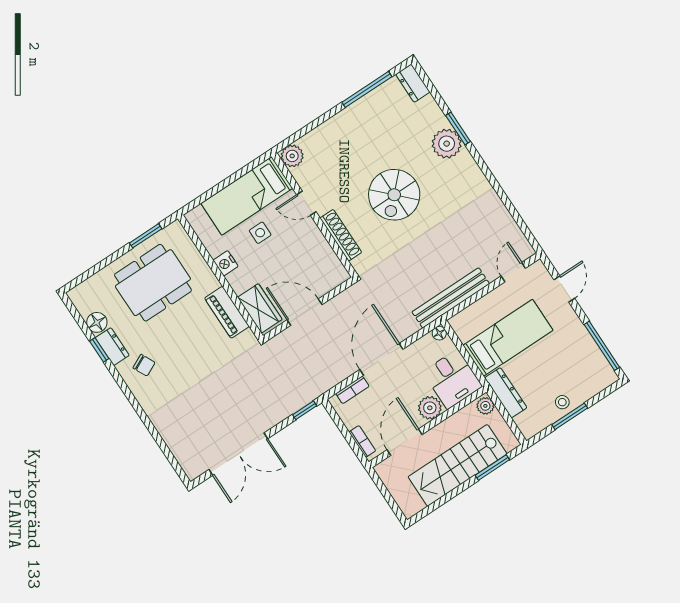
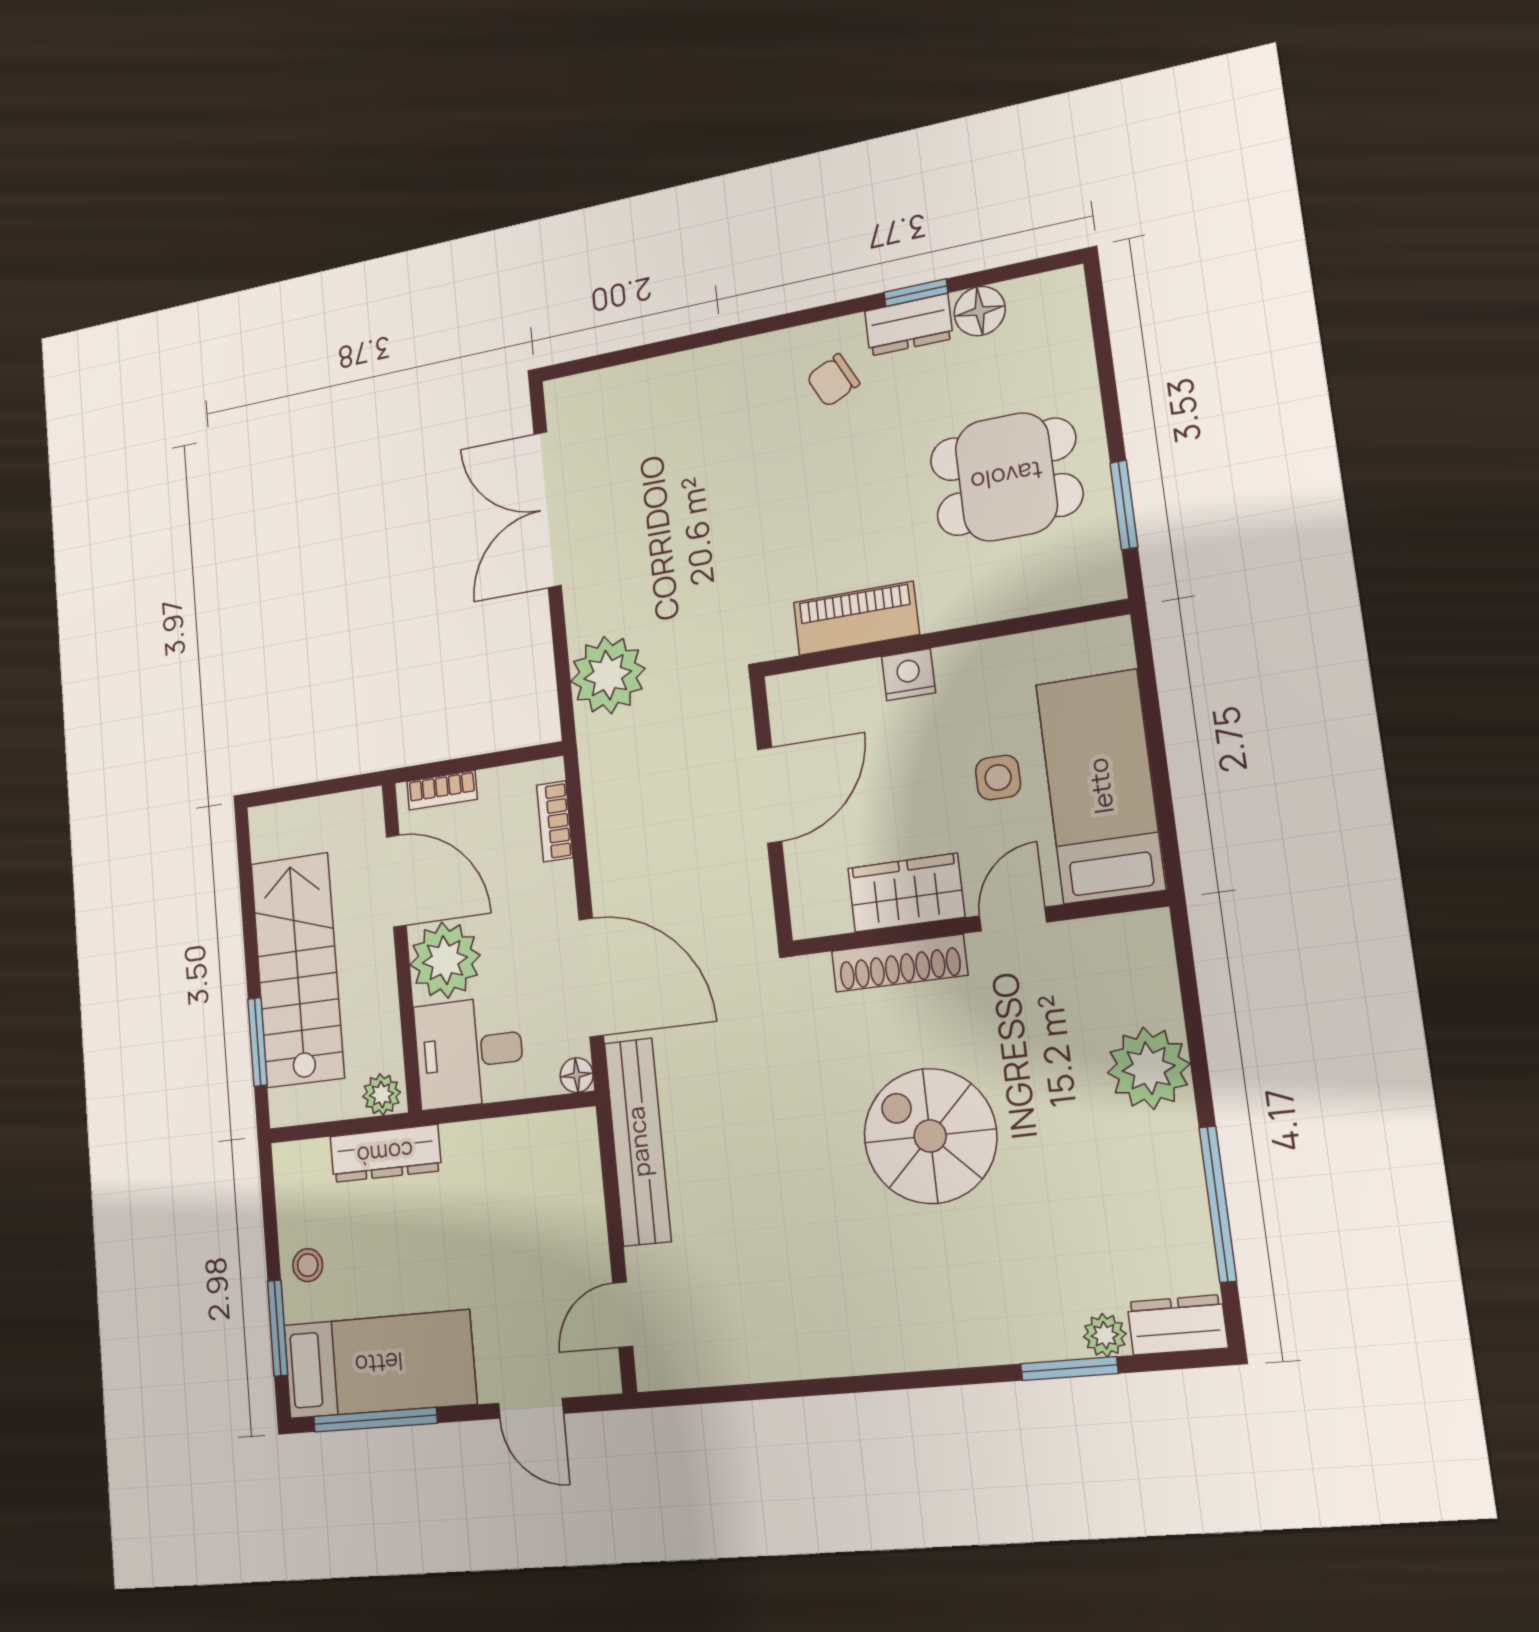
window: (458, 128) -> (1069, 1369), moved
plant: (447, 144) -> (1105, 1335), moved, width x0.53, depth x0.53
plant: (292, 156) -> (1149, 1068), moved, width x1.36, depth x1.36
nightstand: (226, 263) -> (908, 675), moved
door: (513, 272) -> (623, 1315), swing flipped
dining table: (153, 283) -> (1006, 477), width x0.73
wardrobe: (260, 308) -> (906, 893), moved, turned 180
bed: (508, 338) -> (379, 1364), moved, turned -90
door: (381, 359) -> (591, 977), moved
plant: (289, 397) -> (608, 675), added
plant: (430, 408) -> (445, 960), width x1.36, depth x1.36
window: (305, 410) -> (565, 696), removed
window: (570, 416) -> (278, 1328), moved

